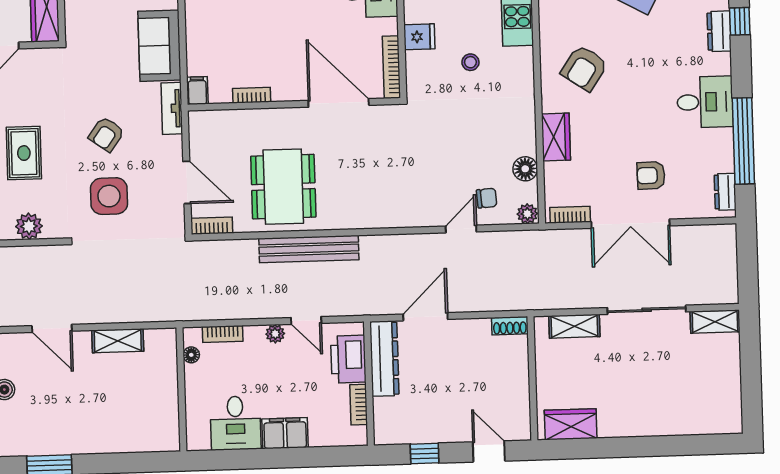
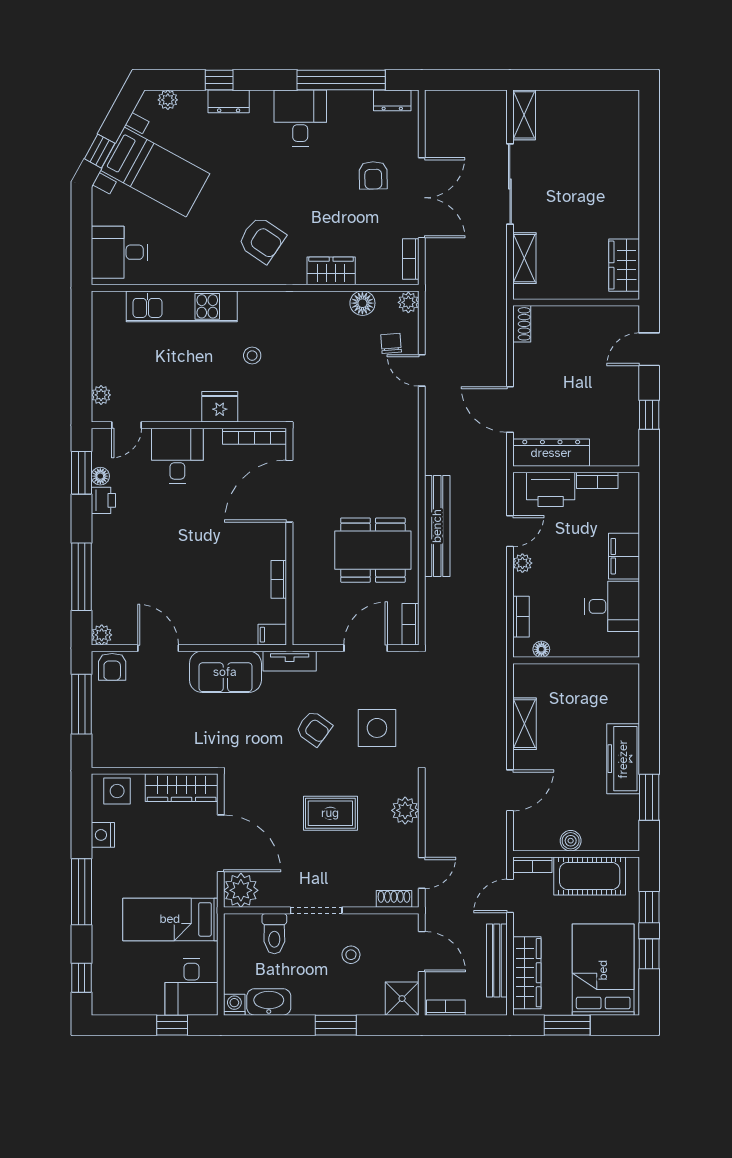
fridge: (419, 37) -> (220, 407), width x1.38
freezer: (86, 438) -> (623, 759), added

